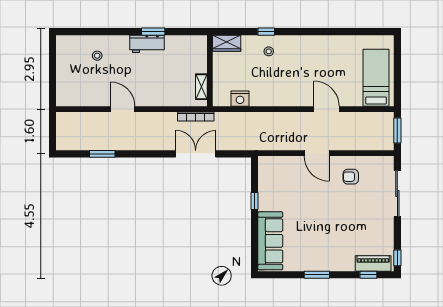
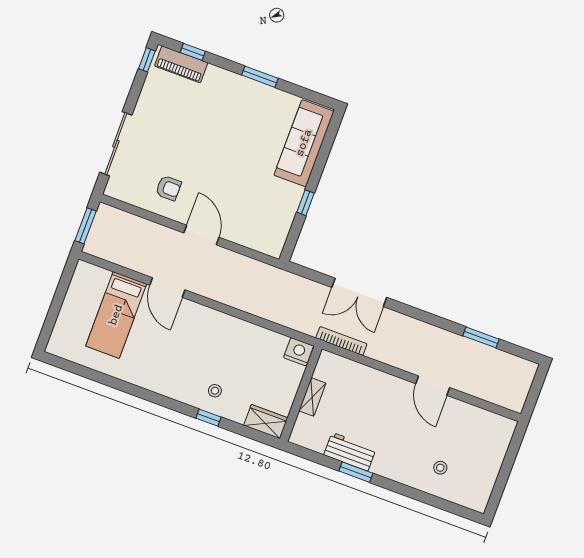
workbench: (147, 44) -> (350, 452), moved
bed: (376, 78) -> (116, 315), moved
shelving: (201, 87) -> (312, 397), moved
nightstand: (240, 99) -> (299, 352), moved

